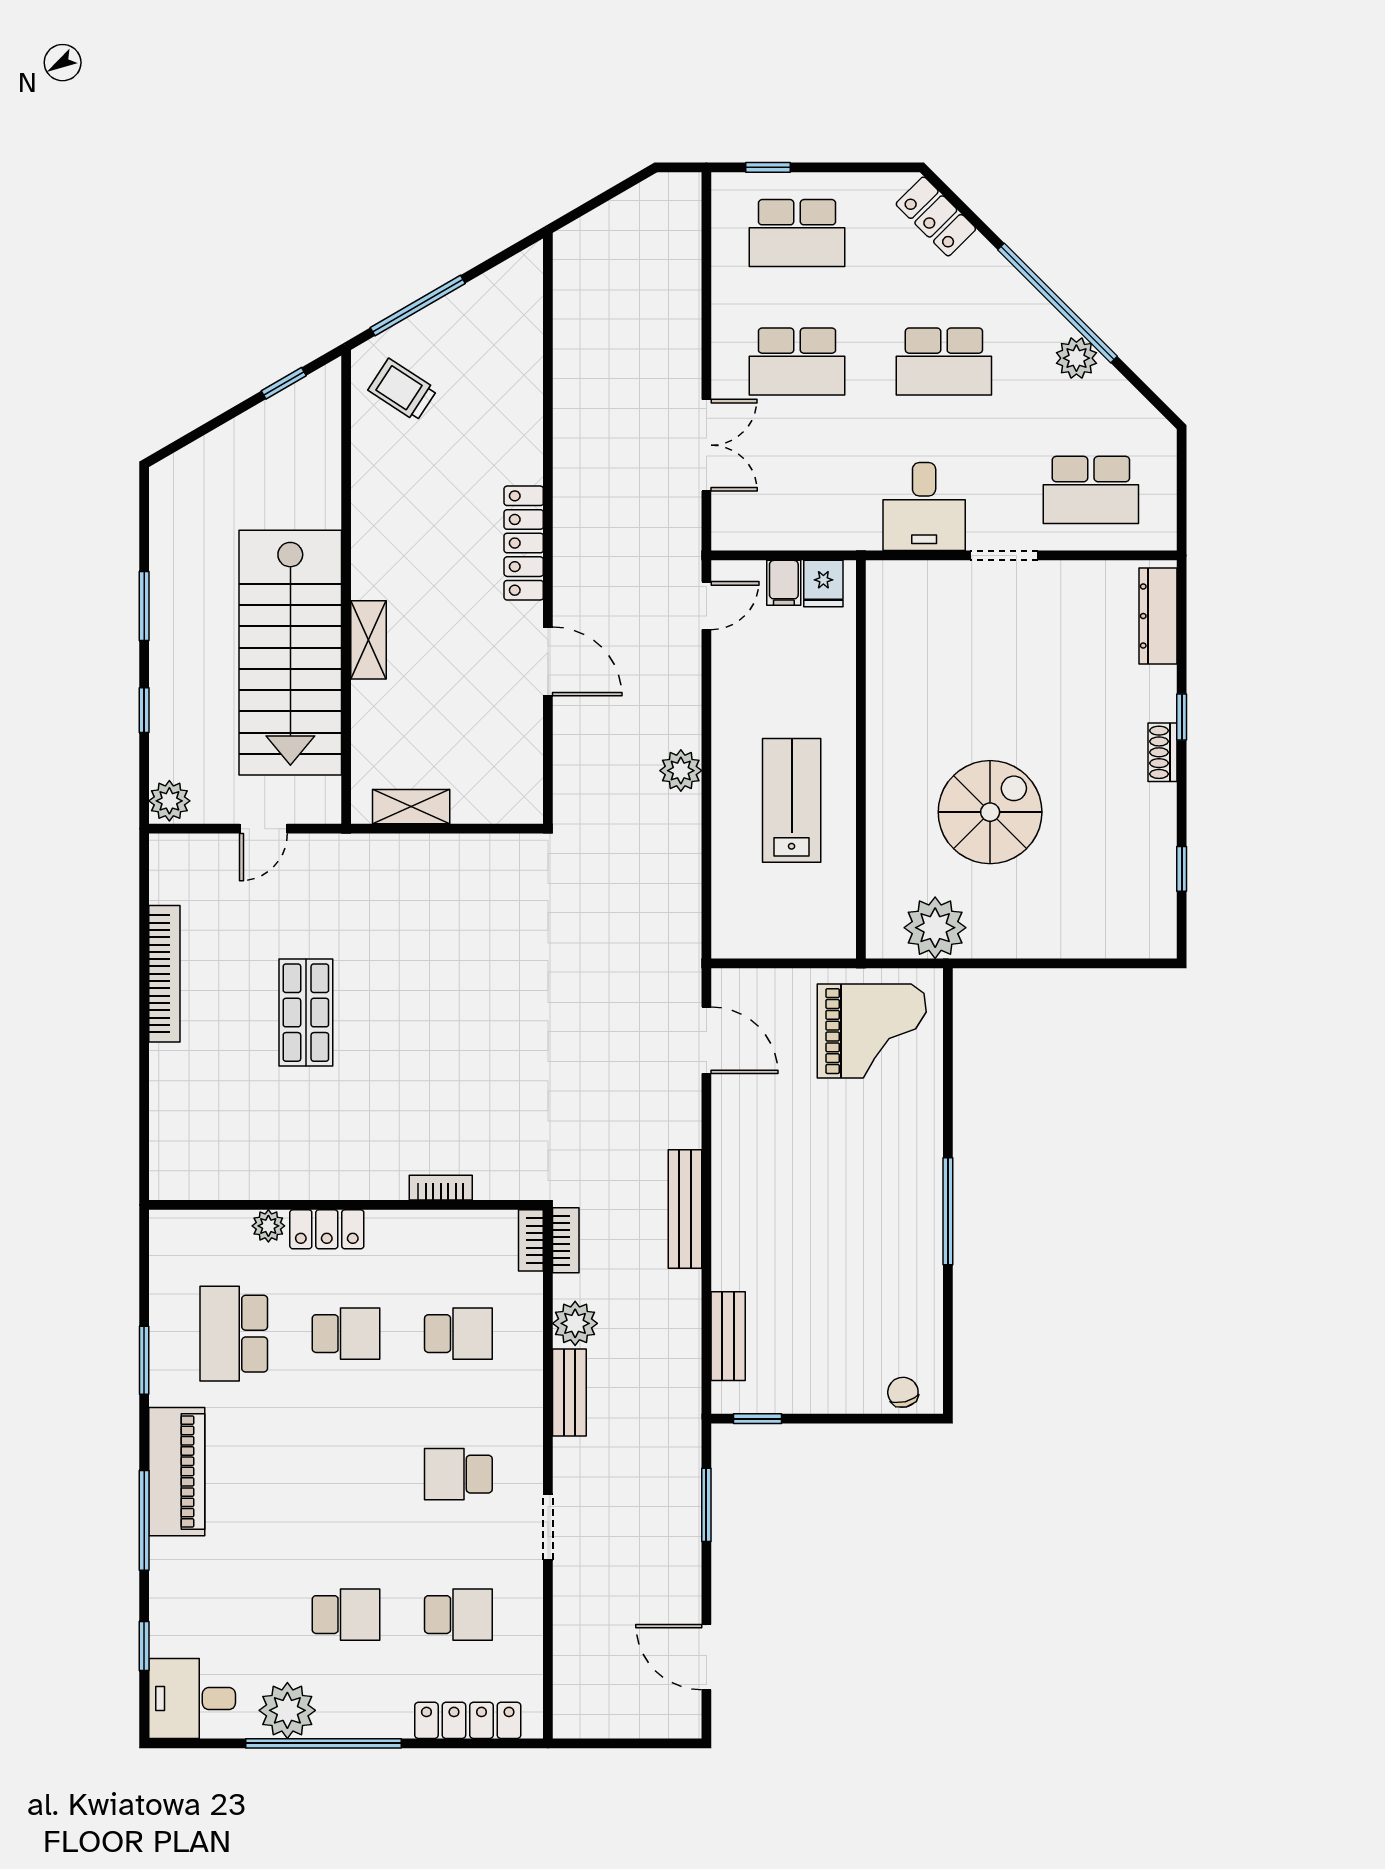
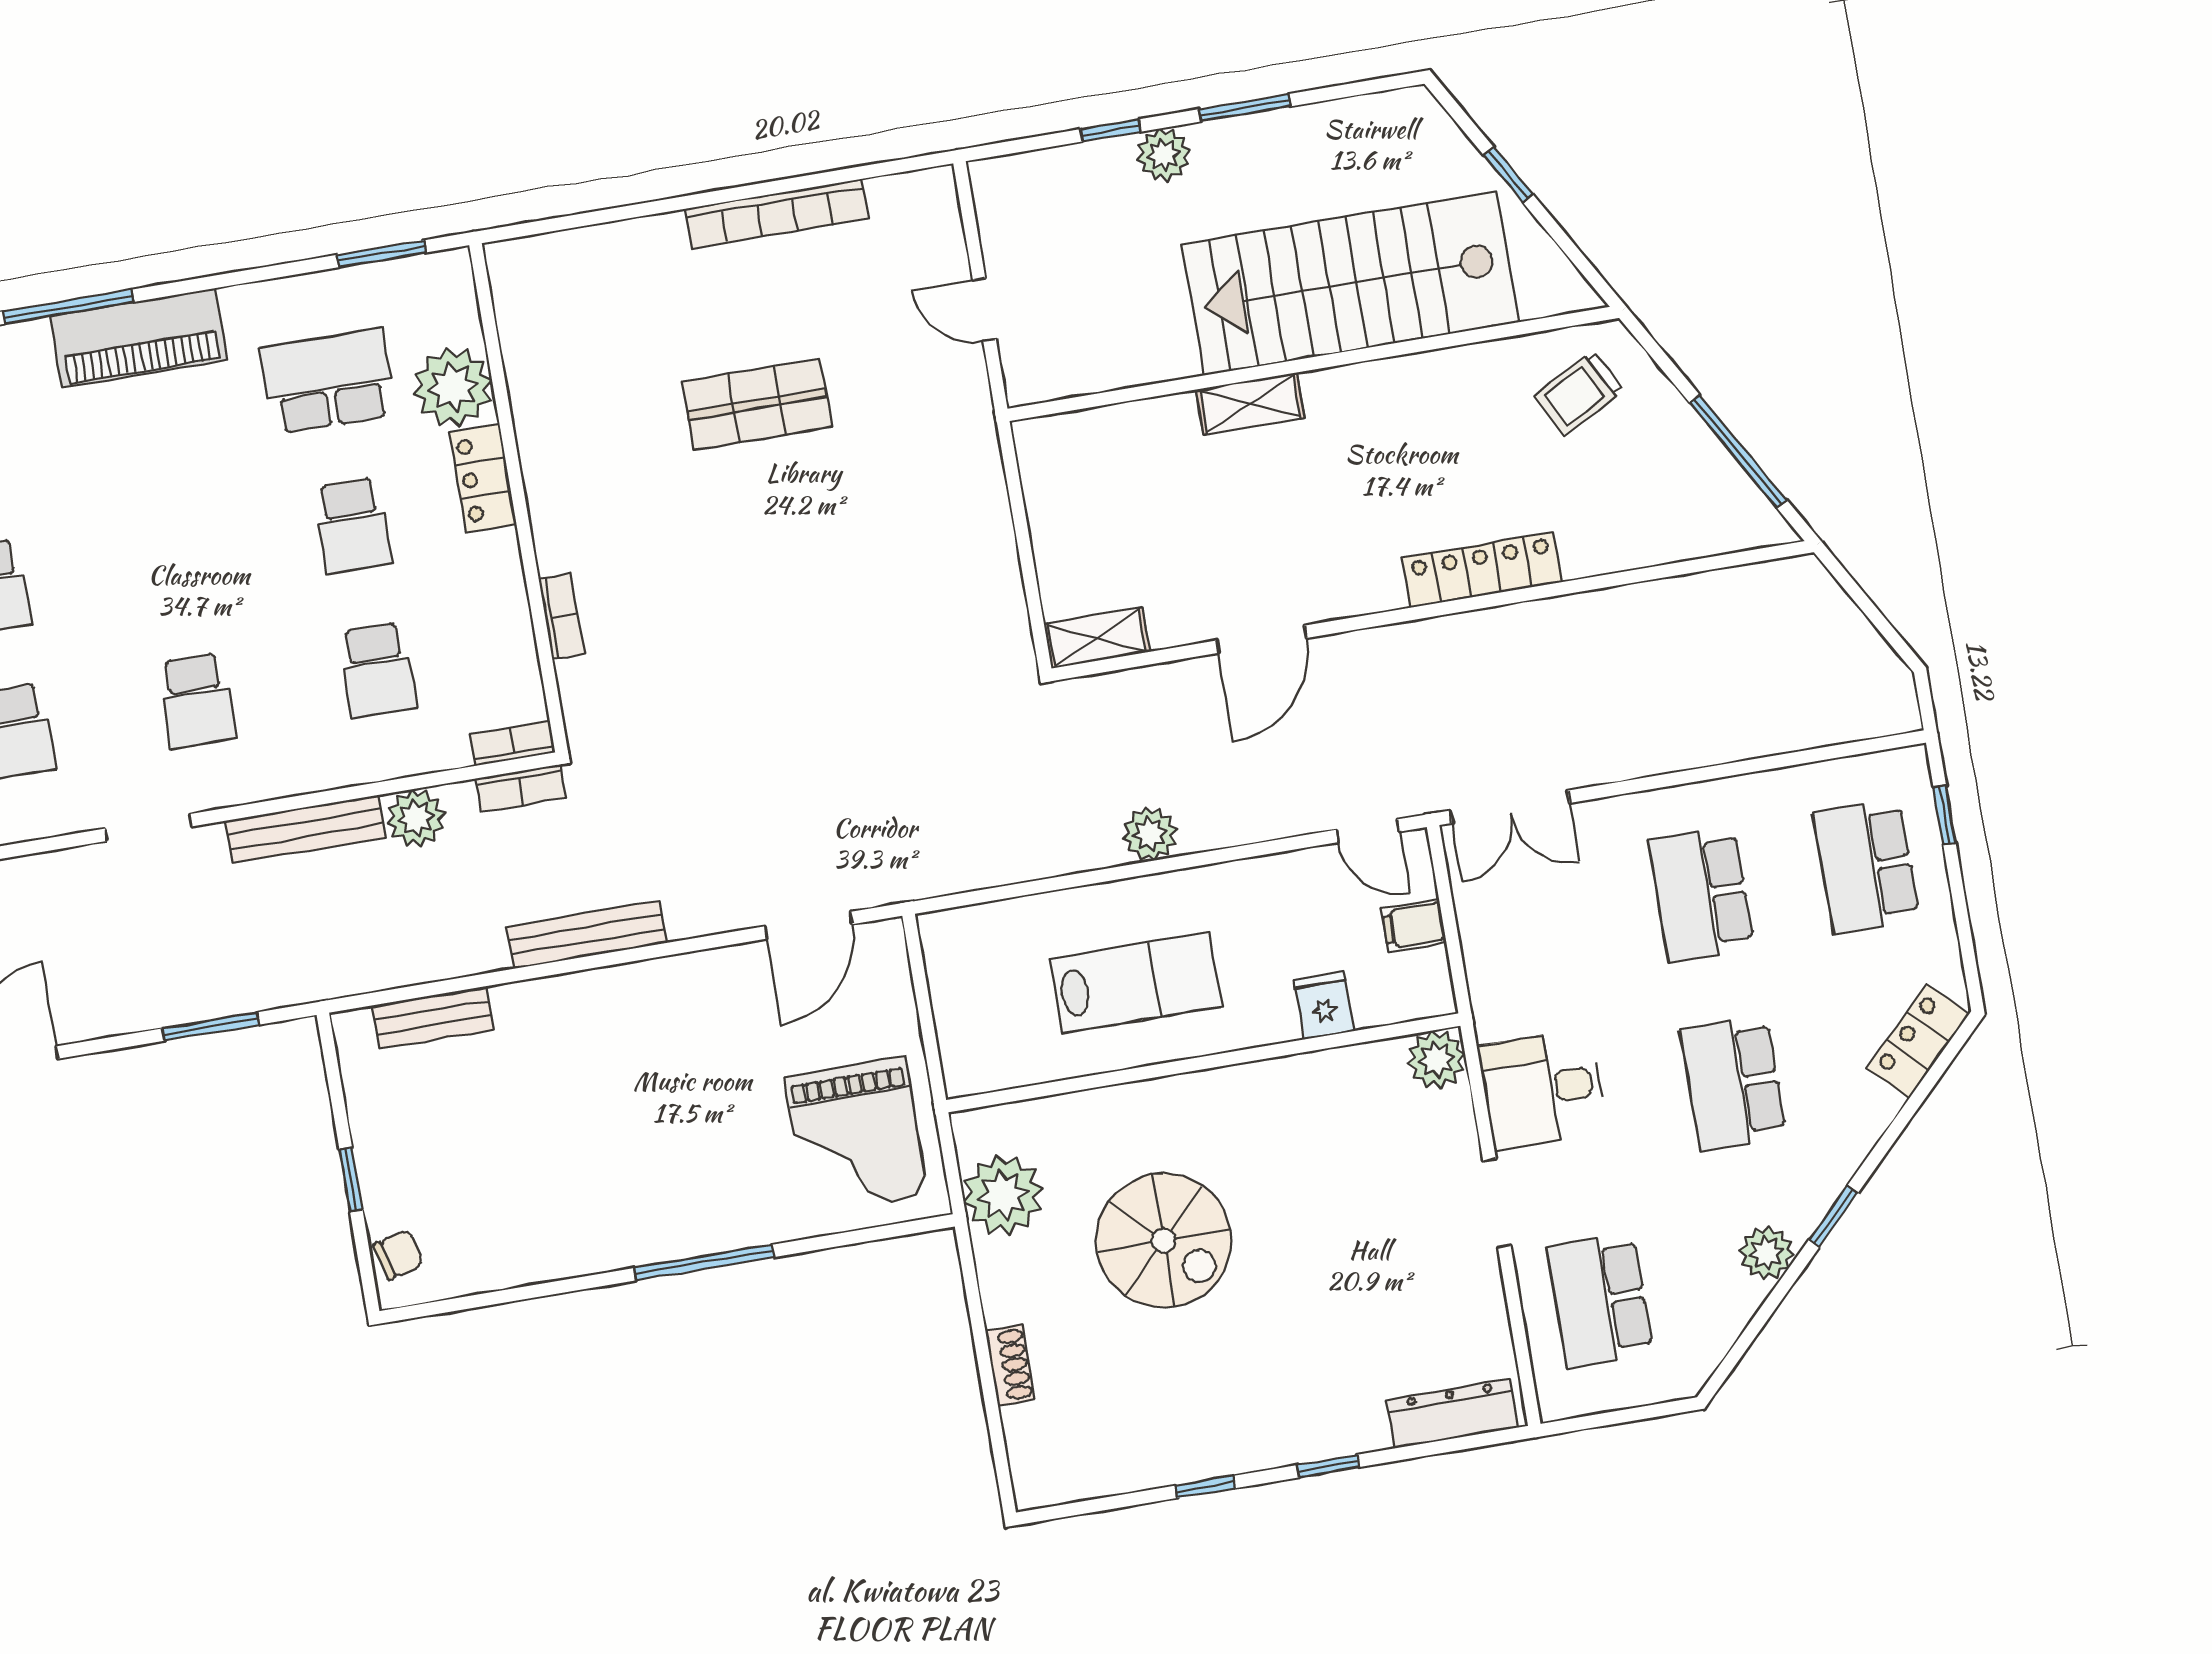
window: (1058, 303) -> (1833, 1217), width x0.32
window: (418, 306) -> (1738, 452), moved
window: (284, 383) -> (1508, 175), moved
trolley: (402, 390) -> (1579, 393), turned -151
double door: (706, 445) -> (1510, 807), moved
locker: (524, 543) -> (1482, 570), moved
fridge: (823, 583) -> (1324, 1005), moved, turned 90
plant: (888, 583) -> (1437, 1059), added
stairs: (290, 653) -> (1350, 283), moved
shoe rack: (1162, 752) -> (1010, 1365), moved, turned 90
plant: (169, 801) -> (1163, 155), moved
shelving: (411, 807) -> (1097, 638), moved, turned 90
window: (1182, 869) -> (1205, 1487), moved
window: (948, 1211) -> (704, 1263), moved
plant: (268, 1226) -> (453, 387), width x1.88, depth x1.88
window: (144, 1360) -> (381, 254), moved
bench: (569, 1392) -> (305, 829), width x1.36
window: (758, 1419) -> (351, 1180), moved
school desk: (458, 1474) -> (197, 701), turned 180

